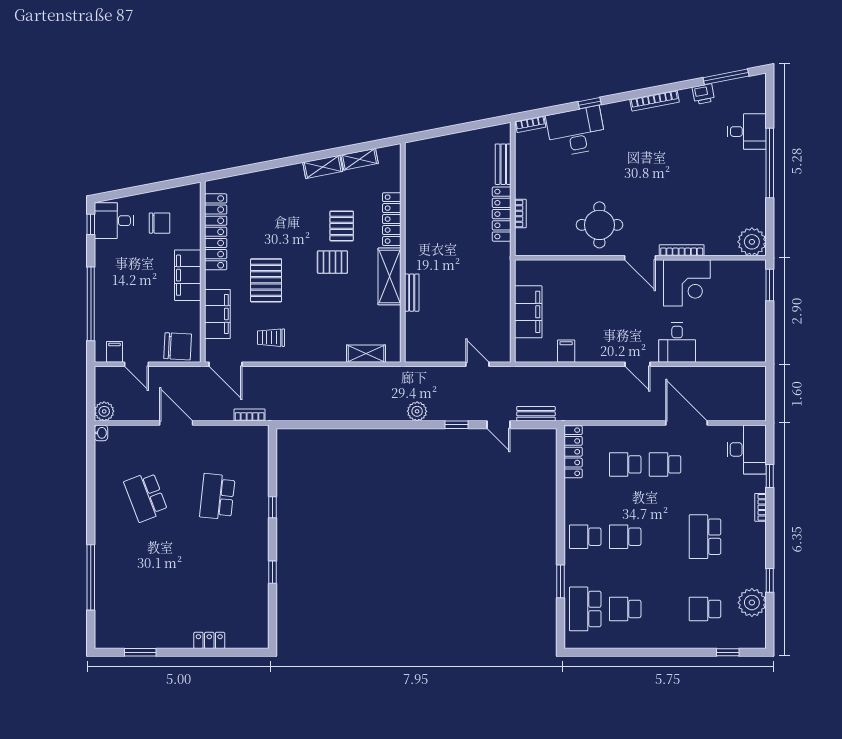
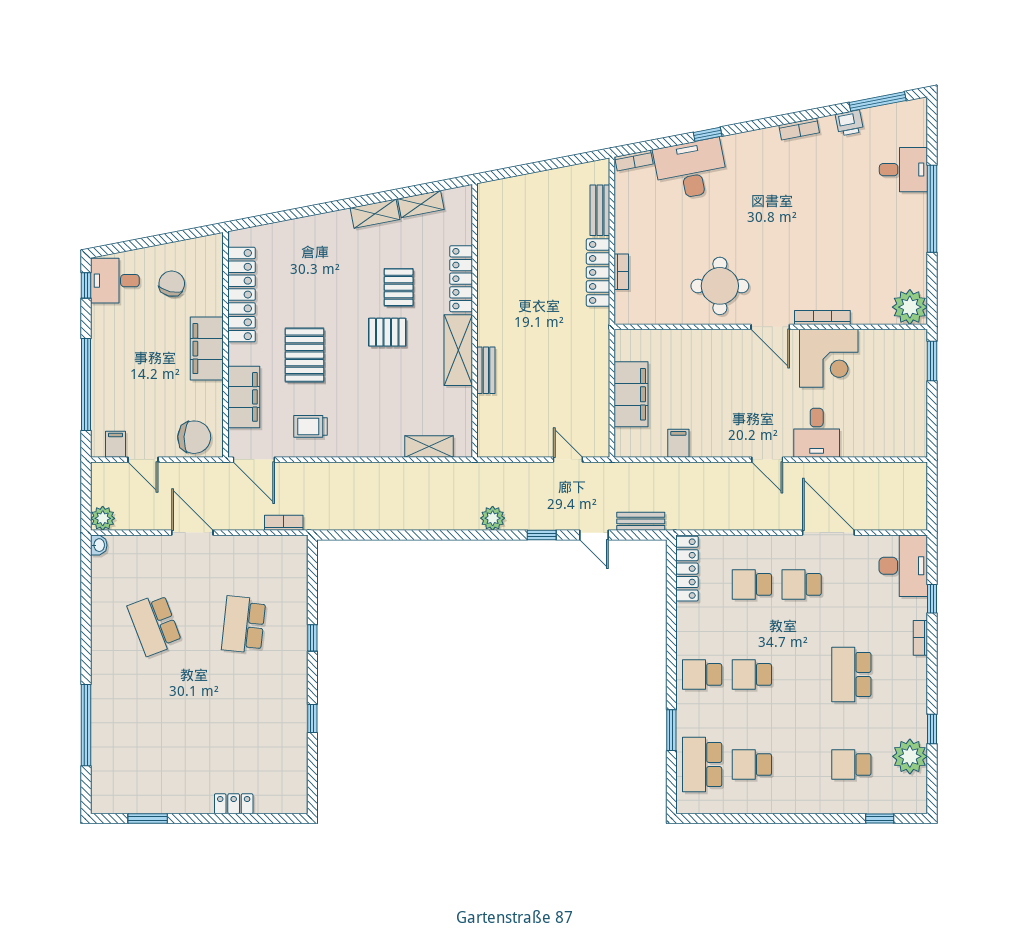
bookcase: (655, 101) -> (799, 129), width x0.64
chair: (160, 223) -> (172, 284), turned -77

